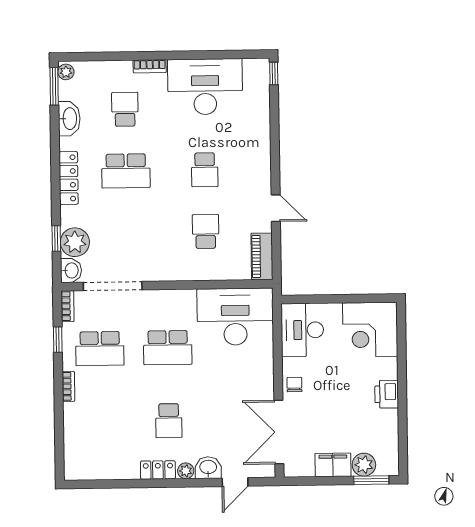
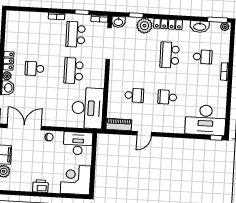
desk: (205, 87) -> (206, 120), moved, turned 90
plant: (75, 242) -> (144, 26), moved

